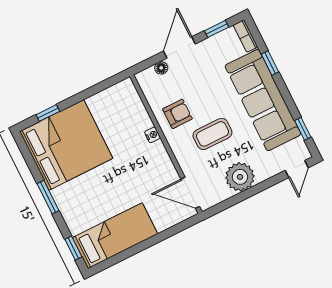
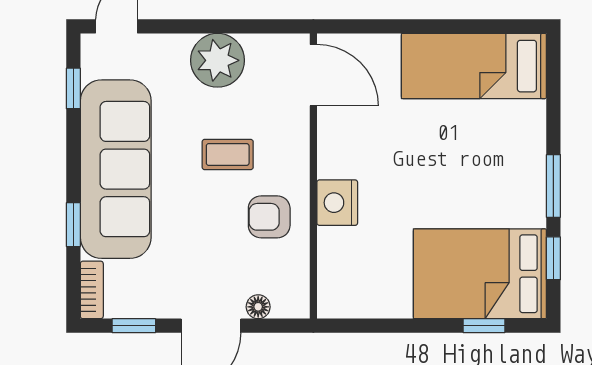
coffee table: (212, 134) -> (228, 154), width x0.73, depth x0.77
nightstand: (152, 135) -> (337, 203), width x1.89, depth x1.79
bed: (66, 145) -> (480, 274), width x0.73
window: (73, 248) -> (553, 258), moved

